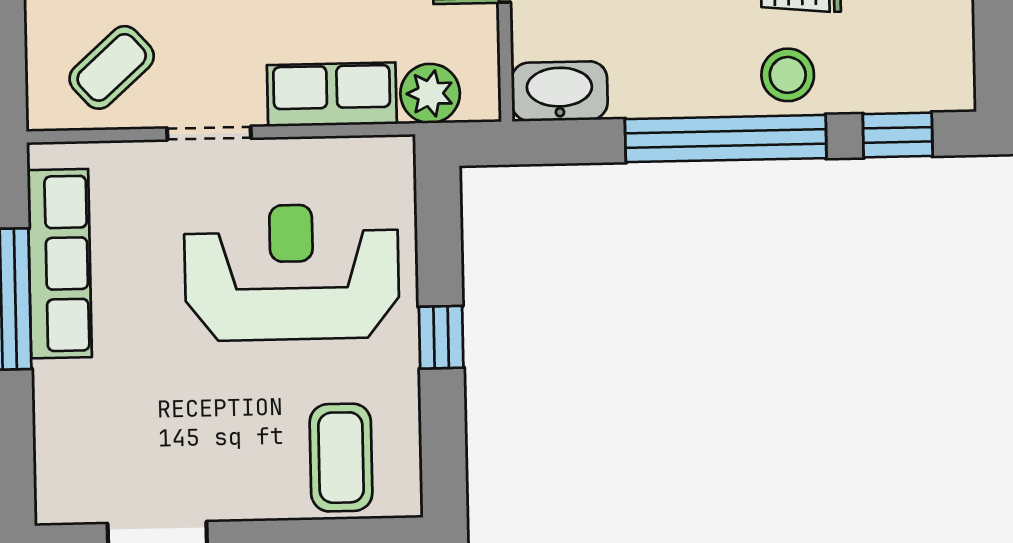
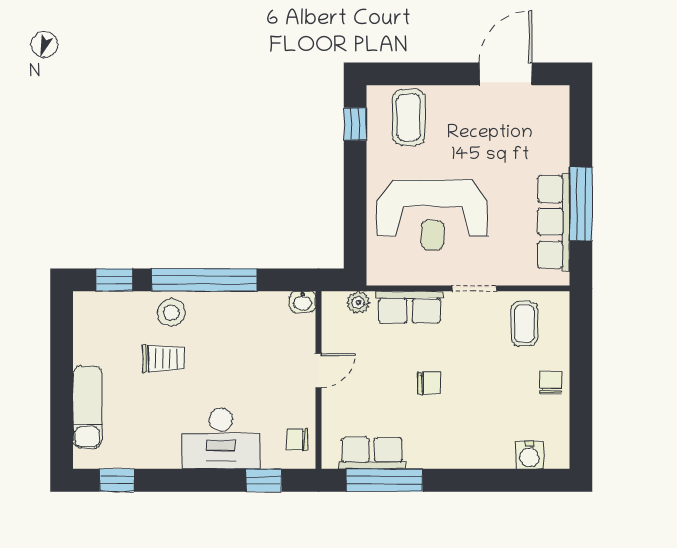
coffee table: (112, 67) -> (524, 324), turned -48
washbasin: (559, 91) -> (303, 302), width x0.52, depth x0.69
plant: (430, 93) -> (358, 302), width x0.73, depth x0.73
window: (441, 337) -> (355, 124), moved

